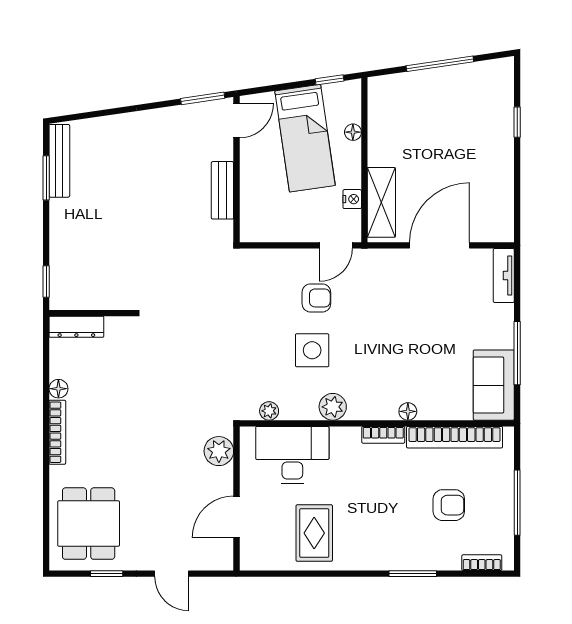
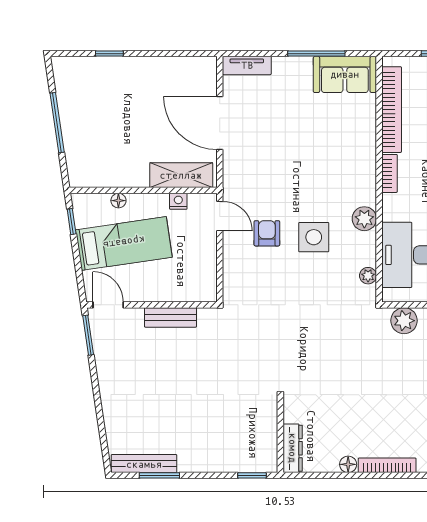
floor lamp: (408, 411) -> (369, 151), removed

